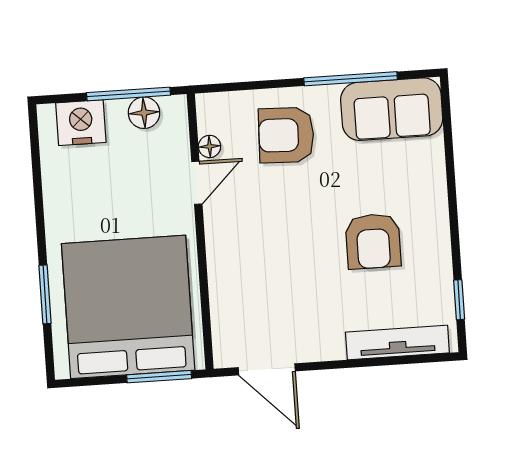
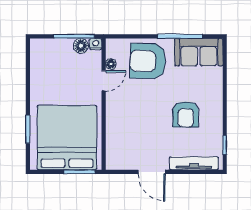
nightstand: (81, 123) -> (96, 44), moved, width x0.53, depth x0.56
armchair: (286, 135) -> (148, 61), width x1.36, depth x1.36
door: (267, 369) -> (152, 172), moved

